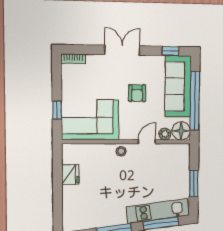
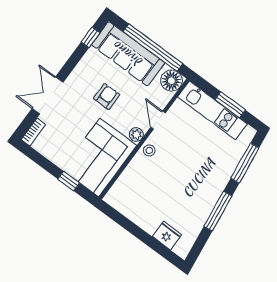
double door: (122, 50) -> (48, 95), moved
armchair: (137, 93) -> (107, 96), turned -90
plant: (165, 134) -> (136, 135), moved
fridge: (70, 175) -> (167, 236), moved
kitchen unit: (158, 211) -> (213, 110), moved, turned -83

